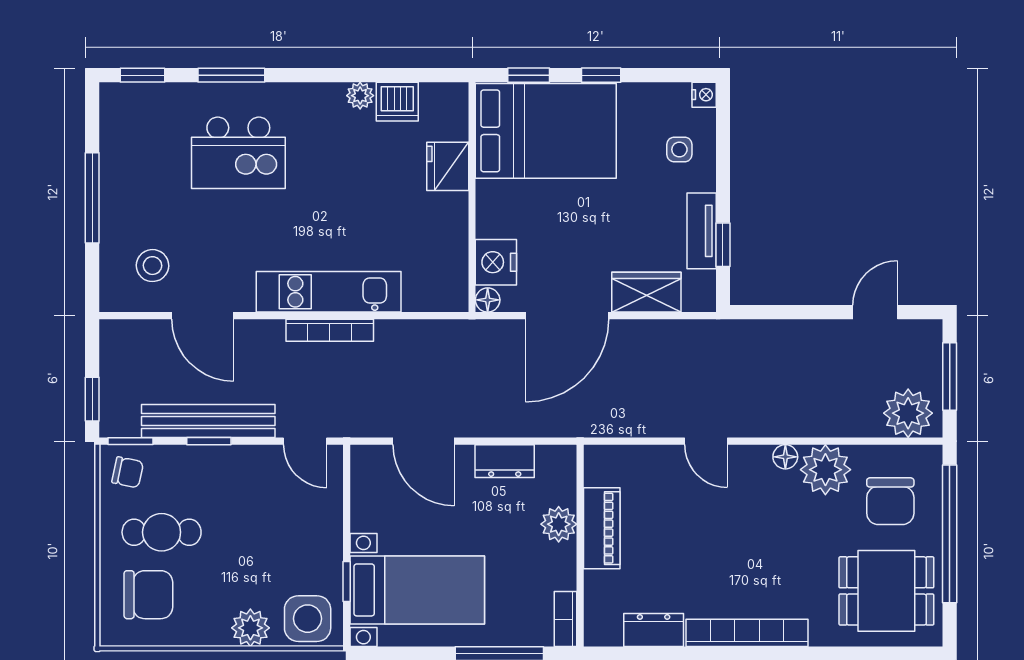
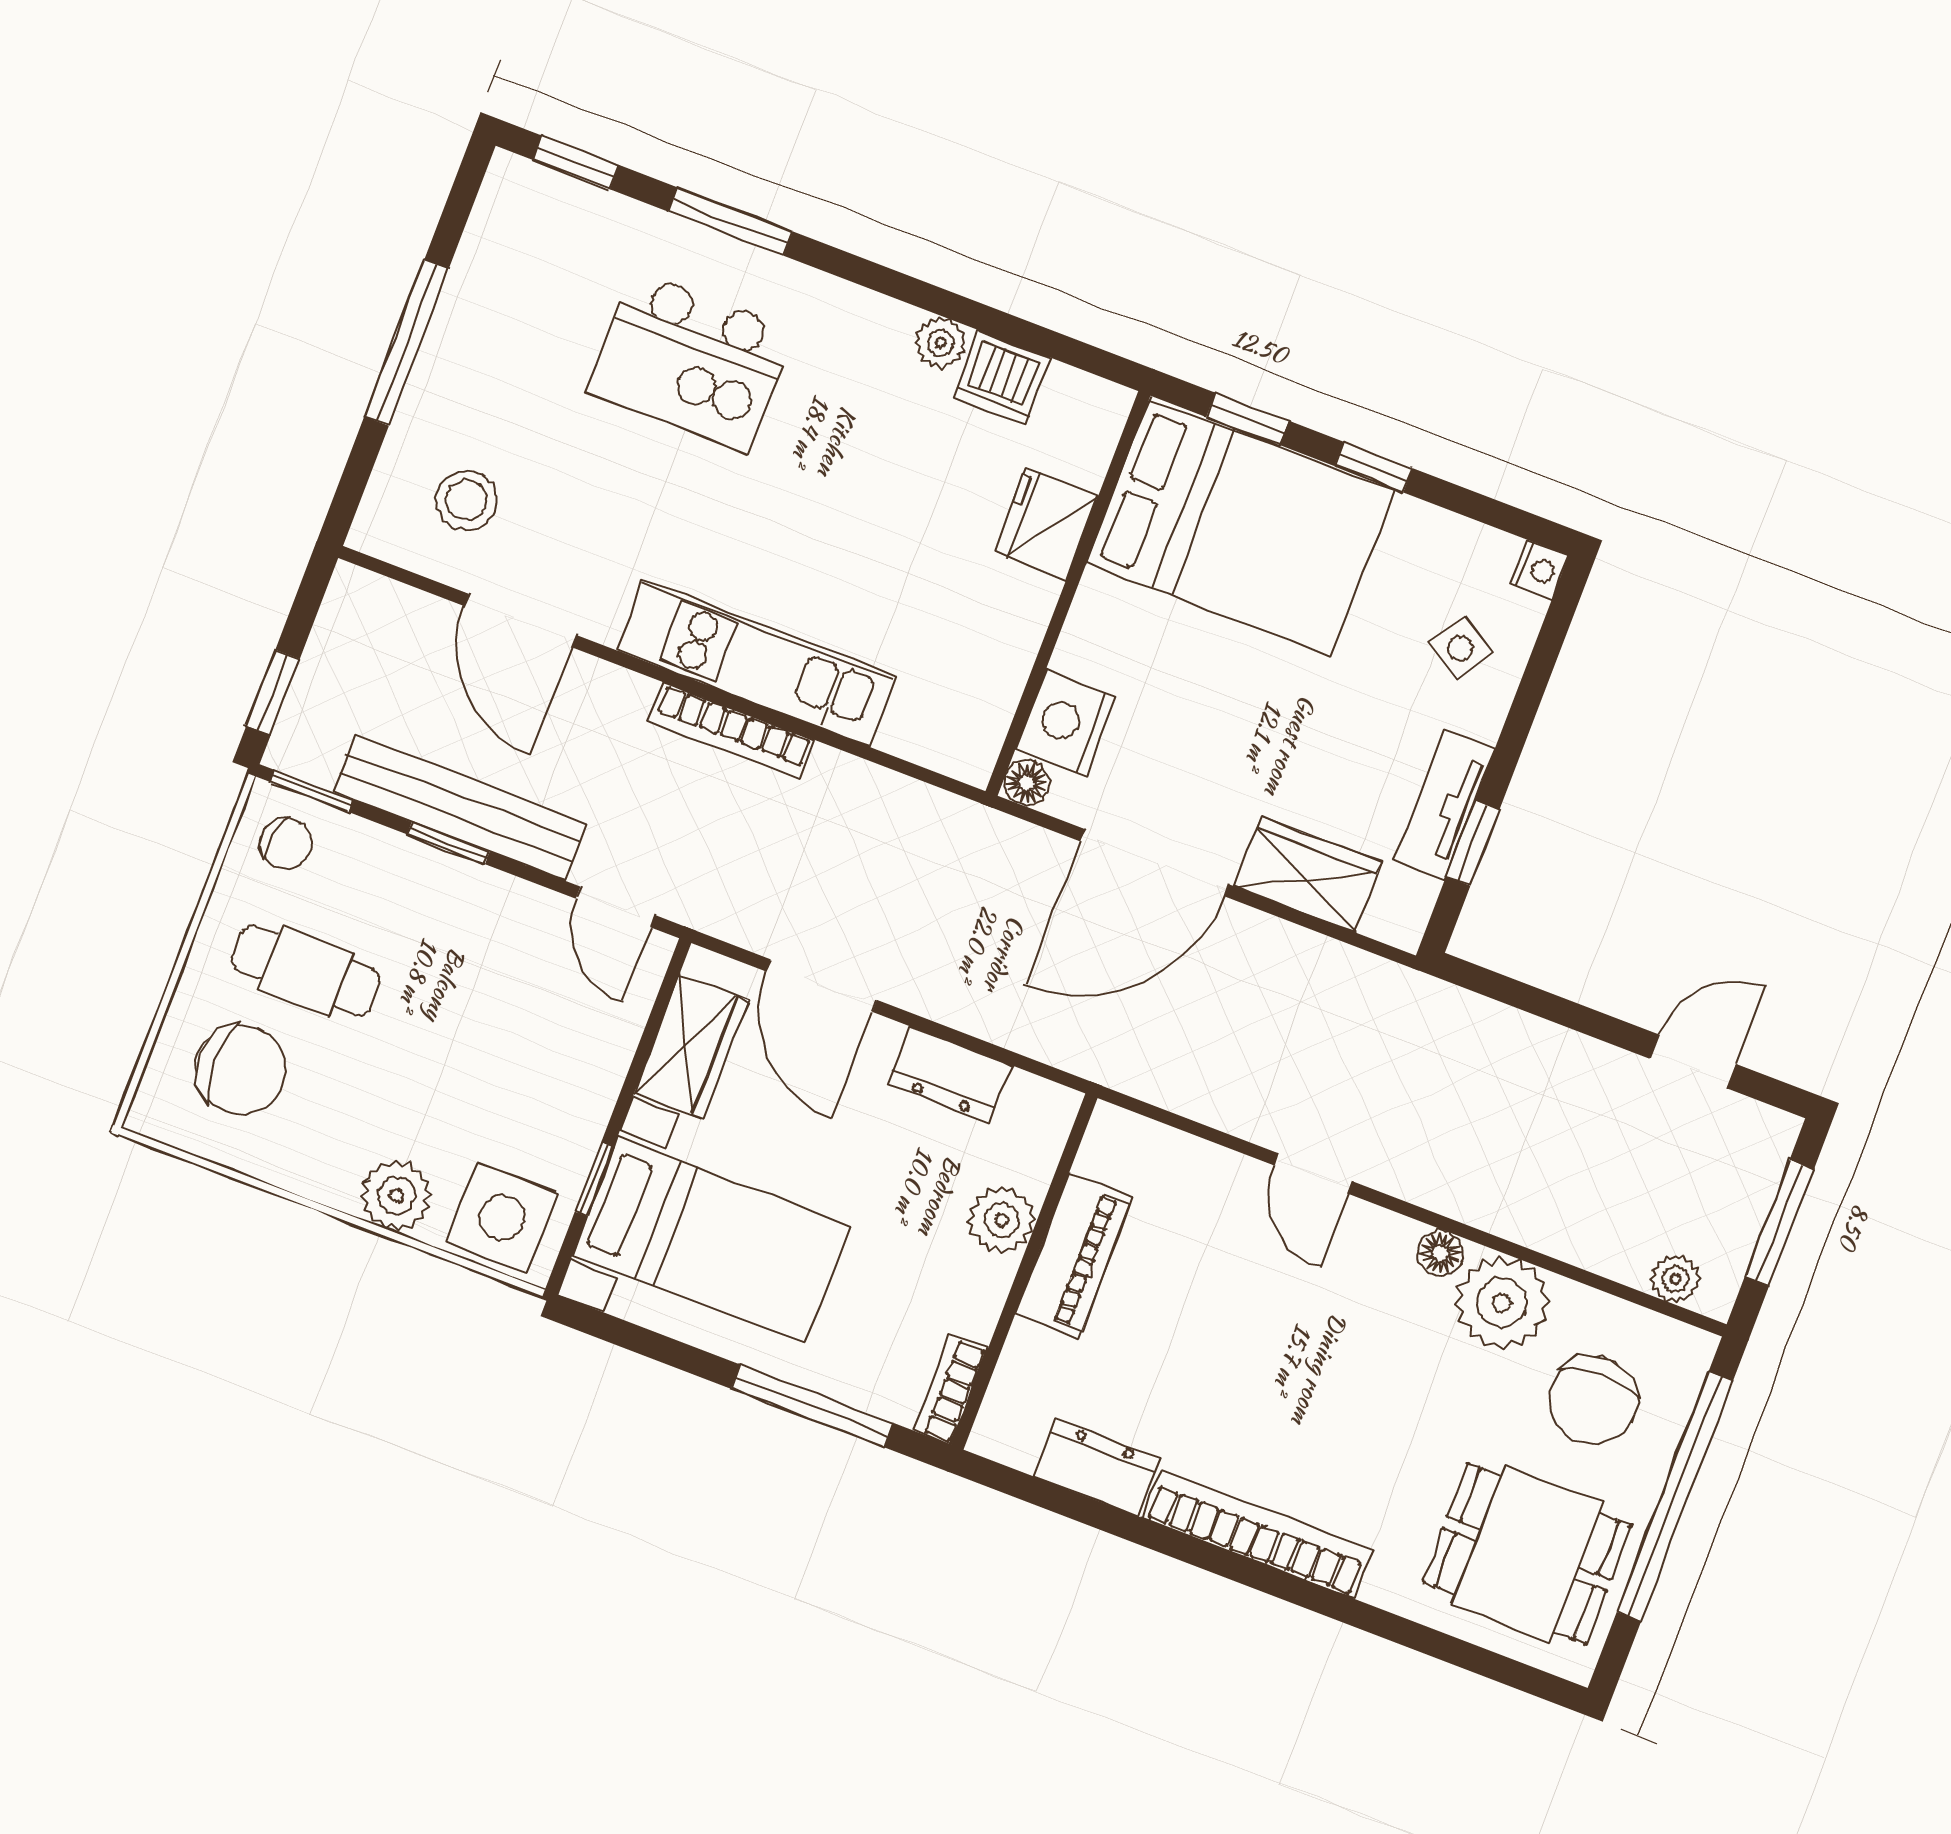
side table: (679, 149) -> (1460, 648), turned 31
plant: (908, 413) -> (1675, 1279), width x0.53, depth x0.53
wardrobe: (370, 496) -> (691, 1046), added

